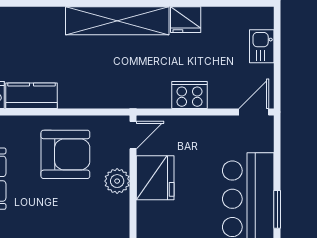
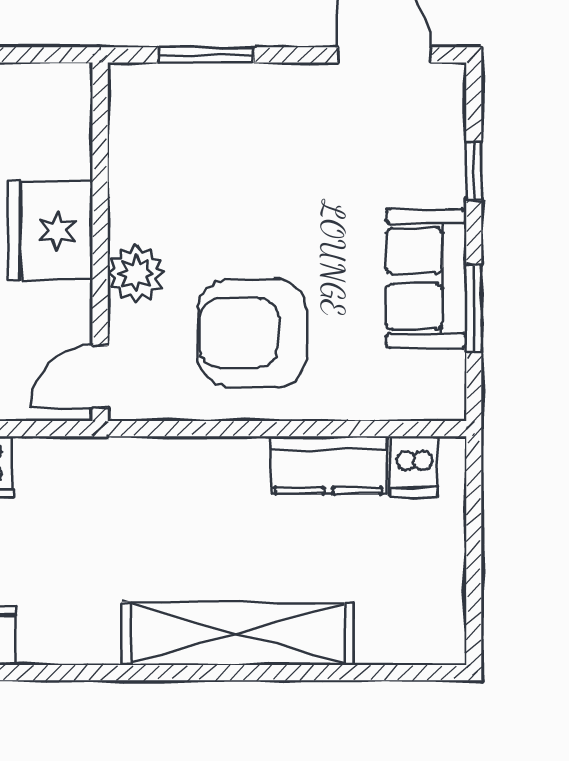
shelving: (117, 21) -> (238, 634), moved
fridge: (155, 178) -> (50, 230), moved

